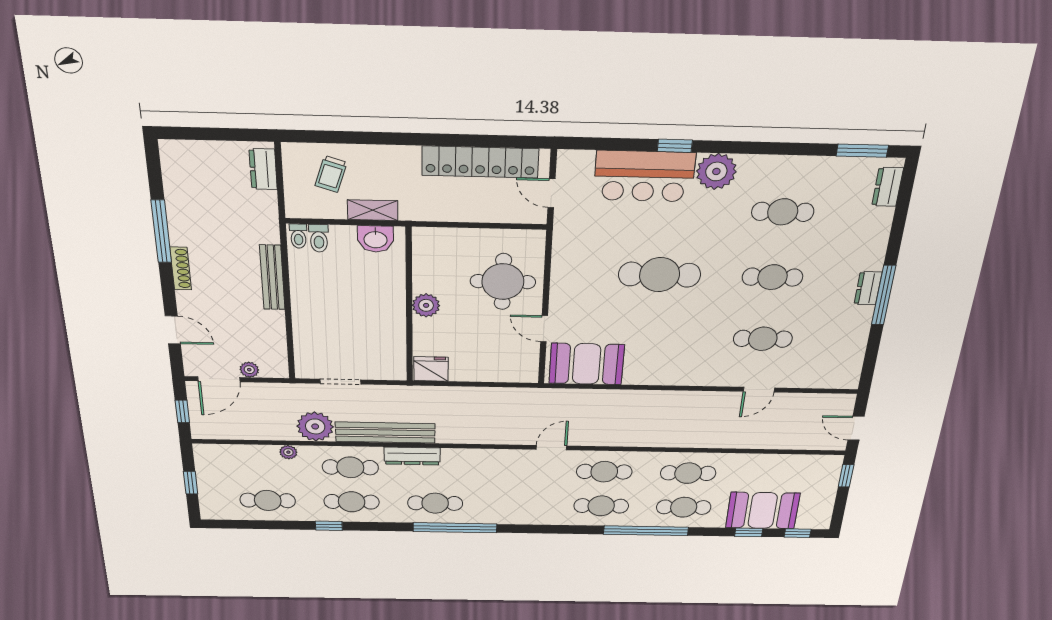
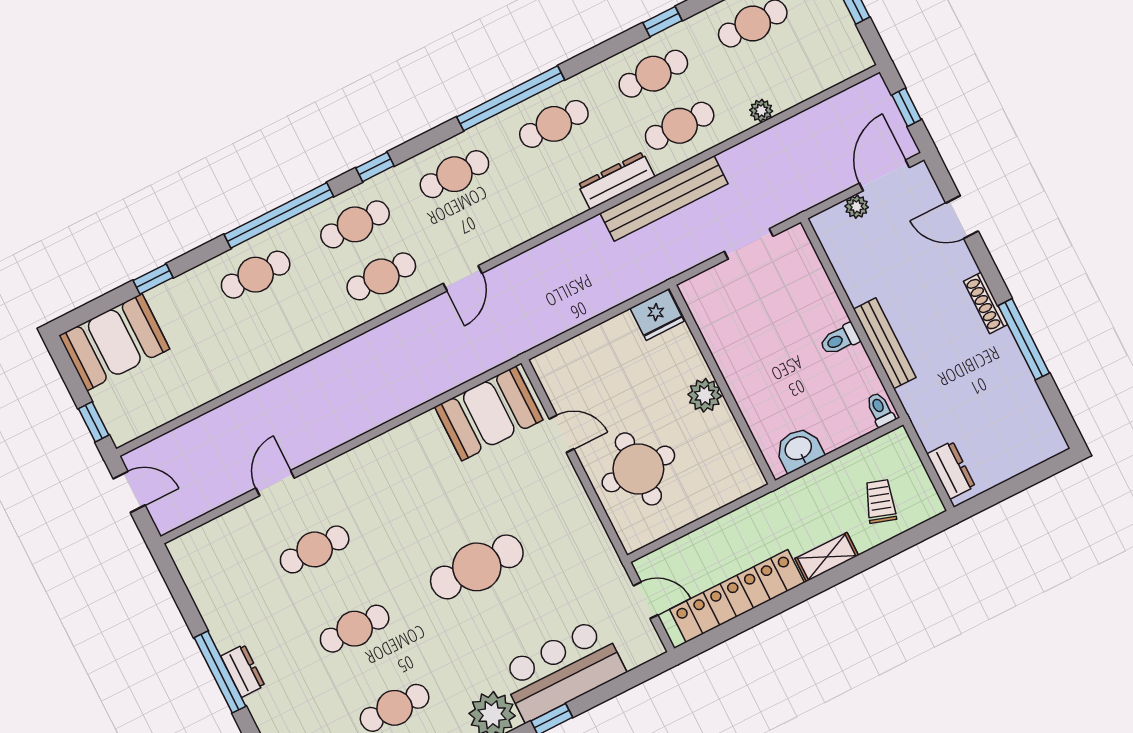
shelving: (373, 210) -> (827, 557), moved
toilet: (319, 238) -> (840, 339), moved, turned -90
plant: (315, 426) -> (748, 165), removed
cafe table: (688, 473) -> (454, 174), moved
booth: (763, 510) -> (114, 342), moved
window: (798, 533) -> (375, 167), moved

